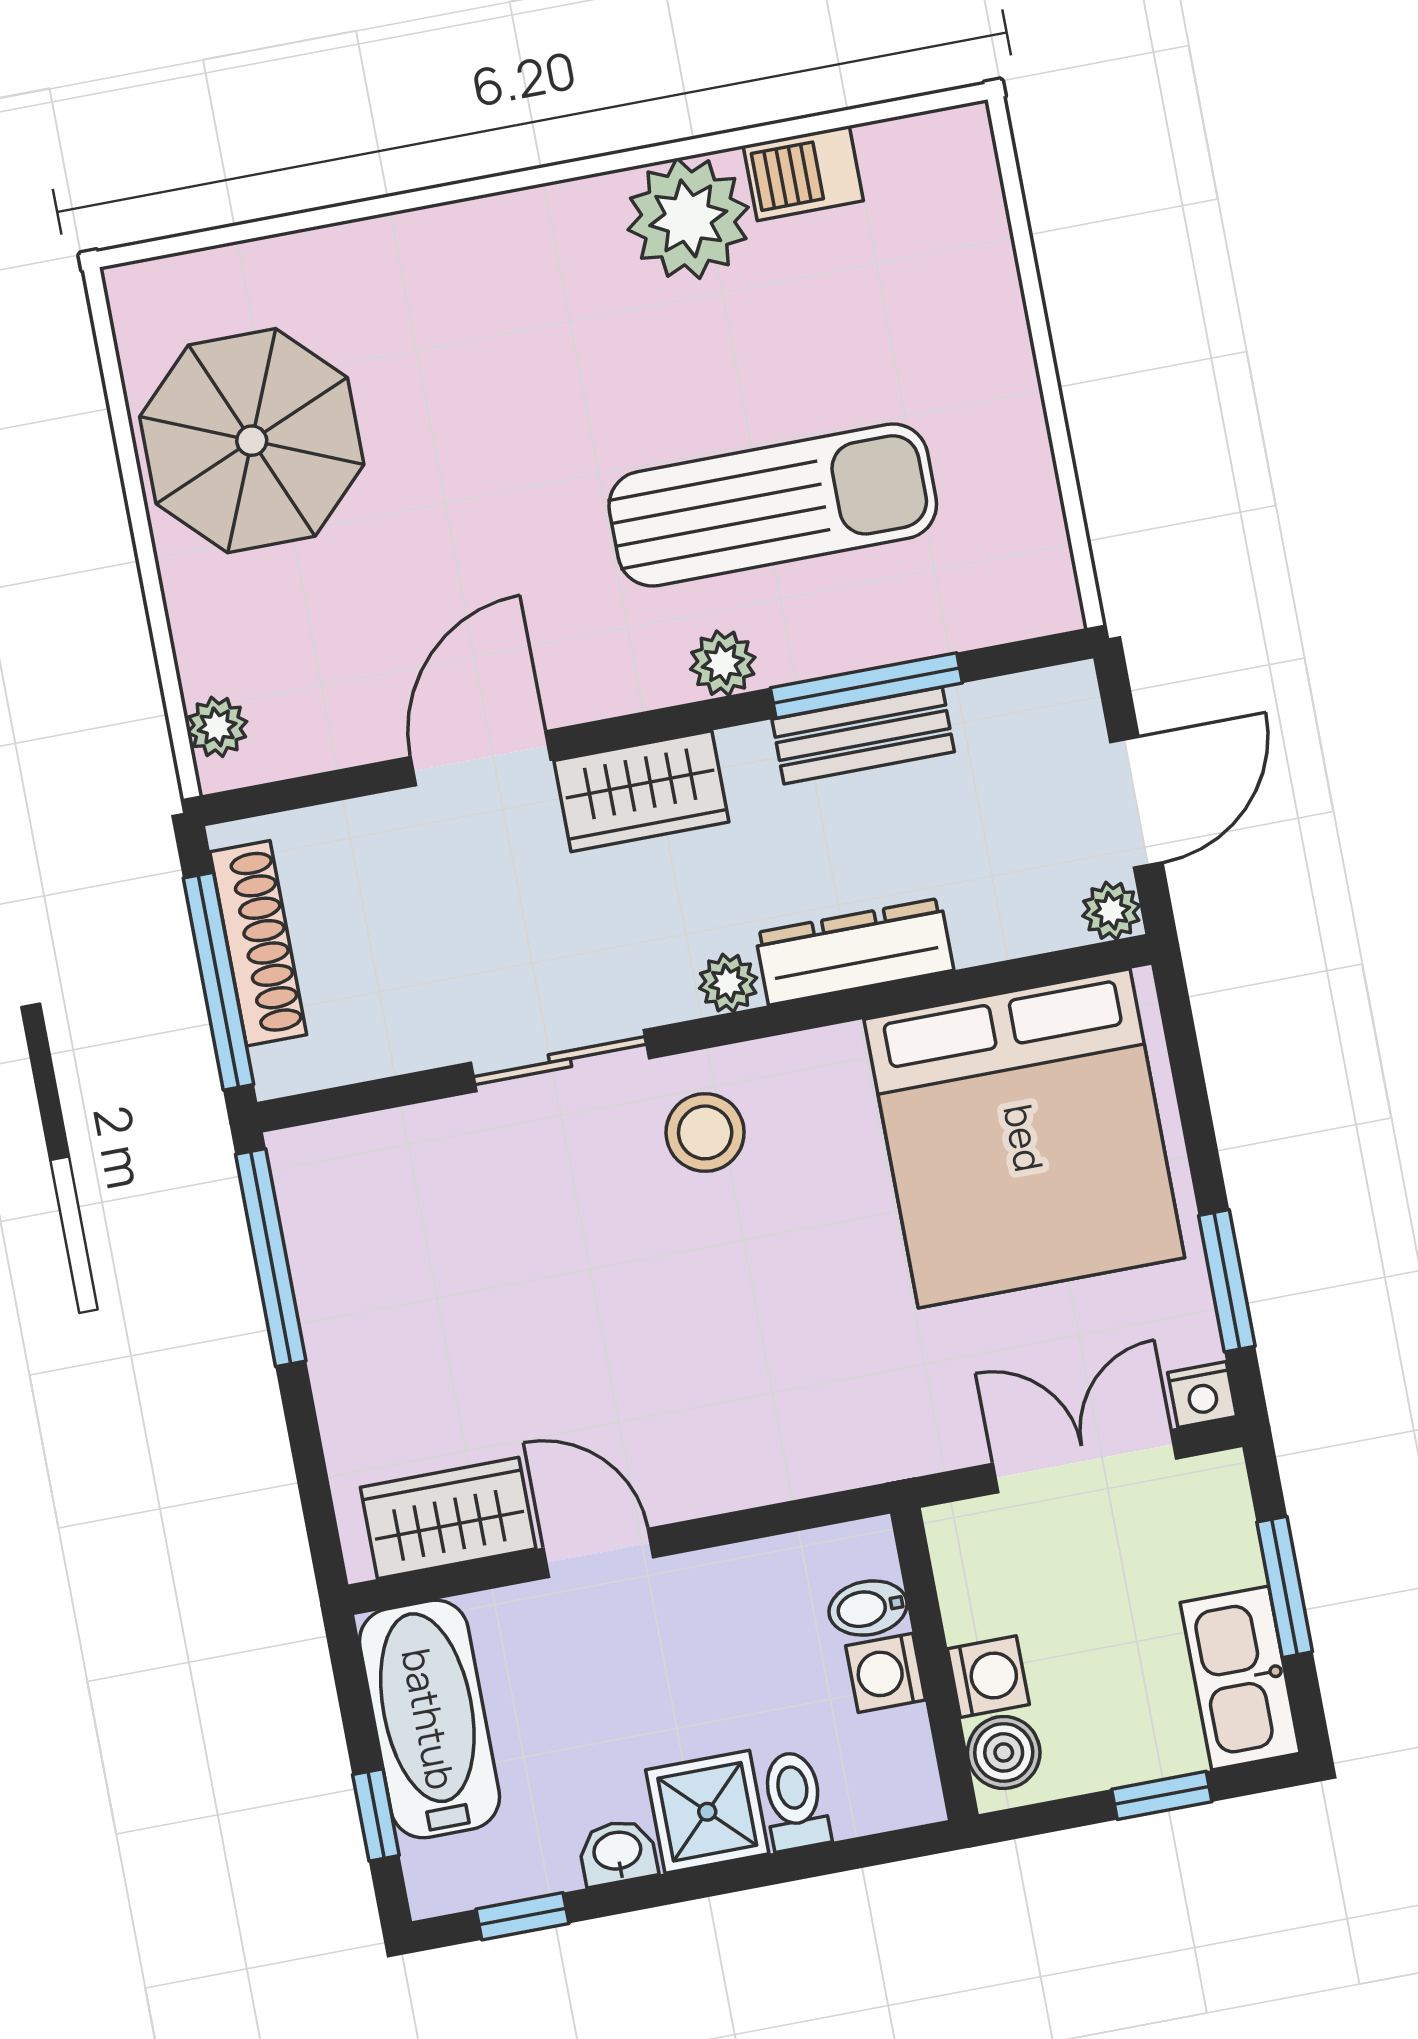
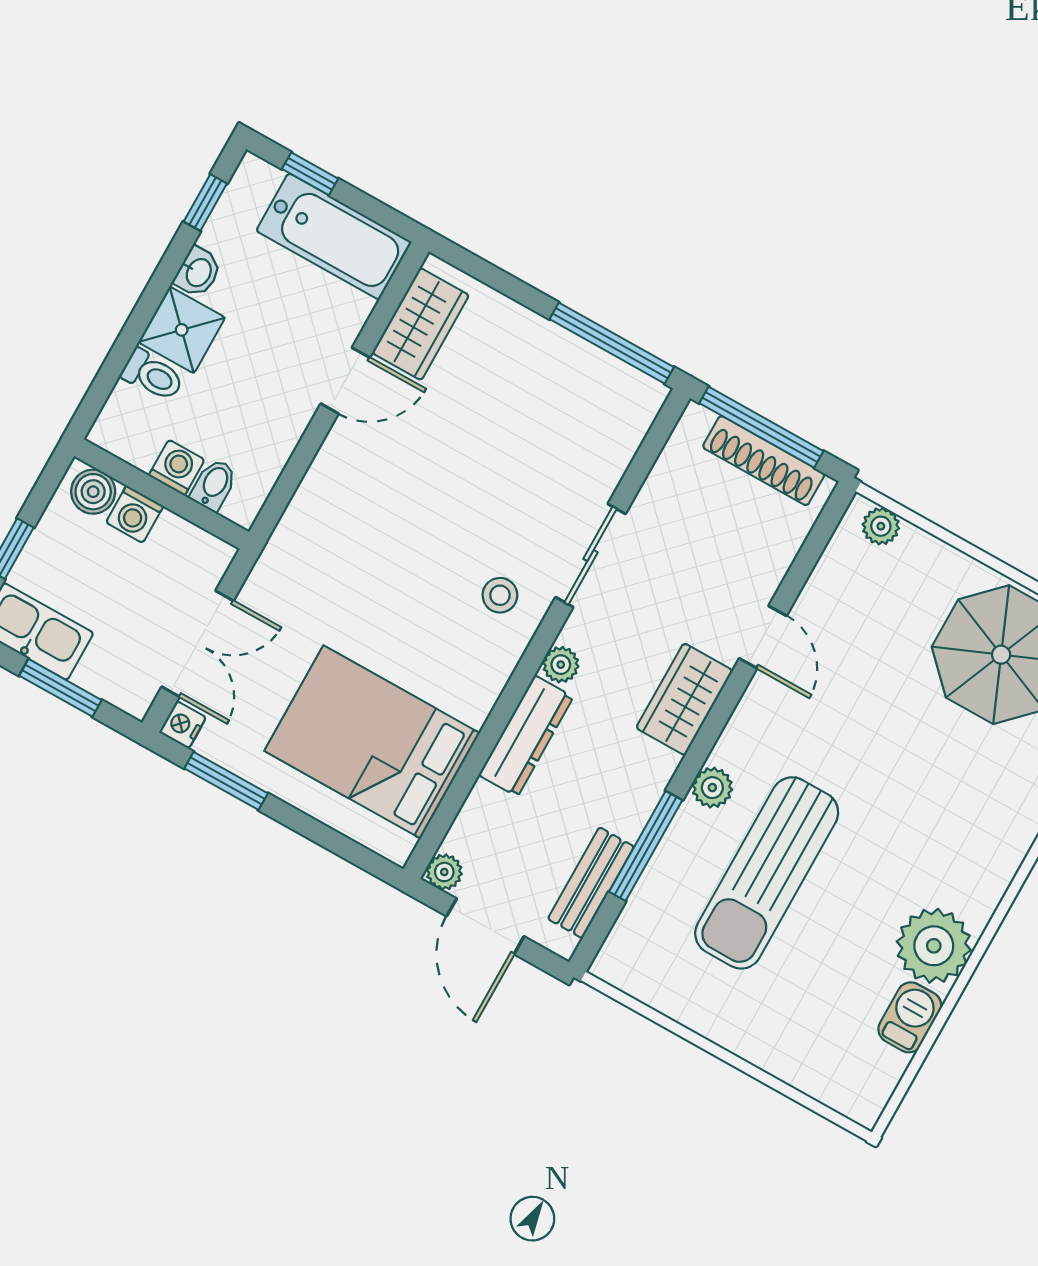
bench: (863, 736) -> (591, 883), moved
door: (481, 758) -> (763, 637), width x0.73
stool: (705, 1132) -> (500, 595), width x0.73, depth x0.73
bed: (1024, 1138) -> (372, 742), width x0.73

